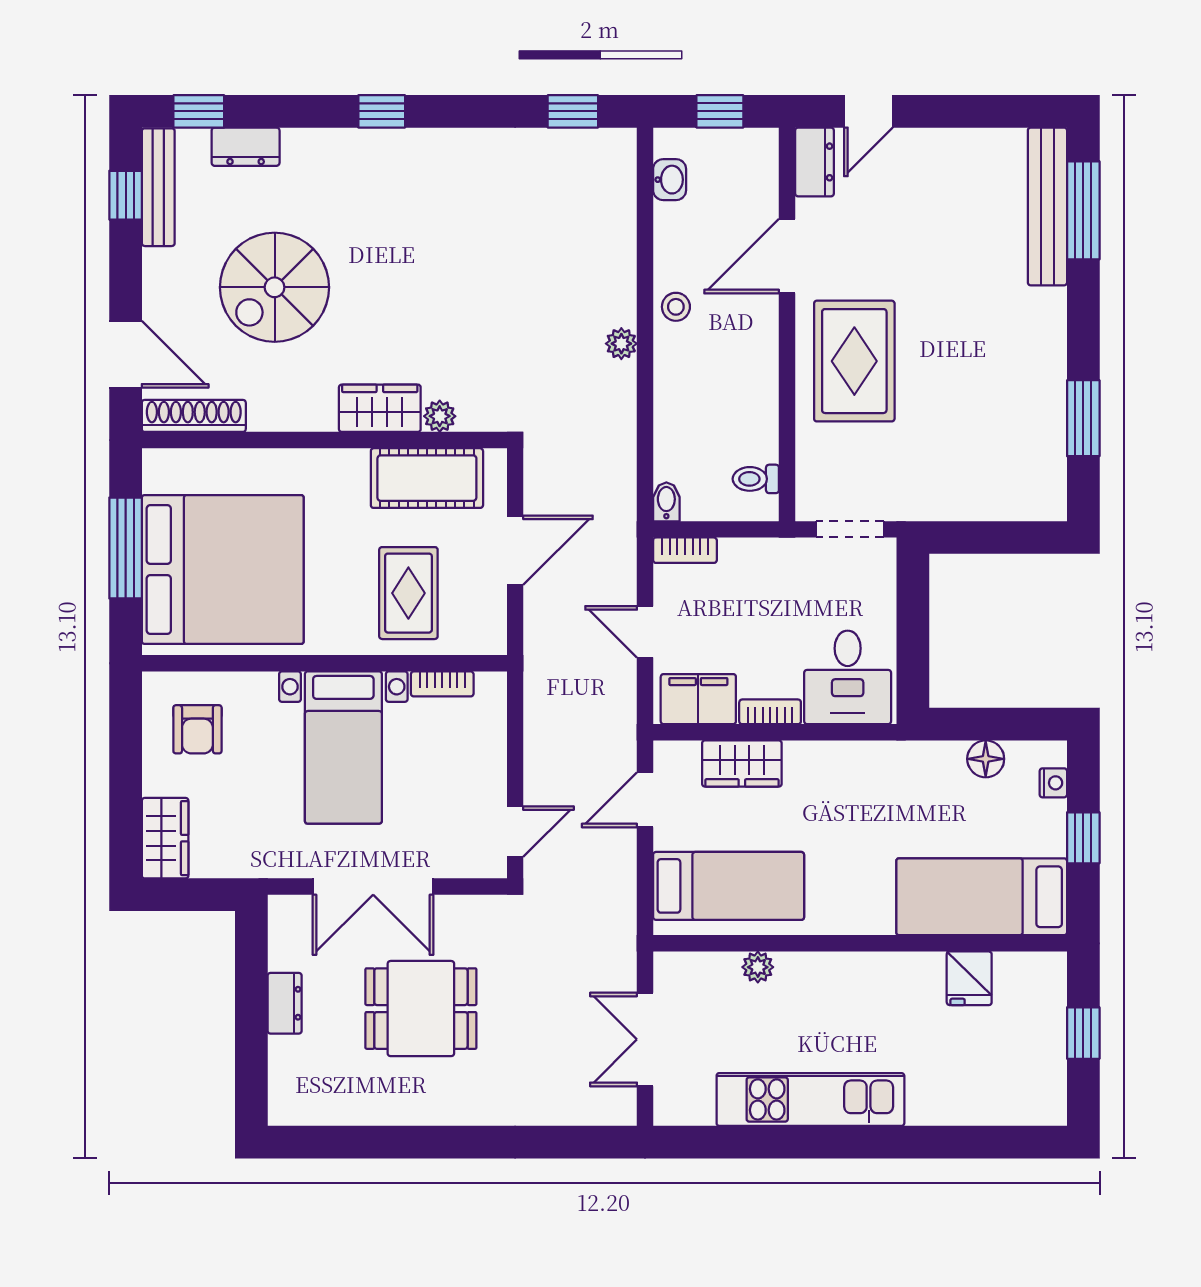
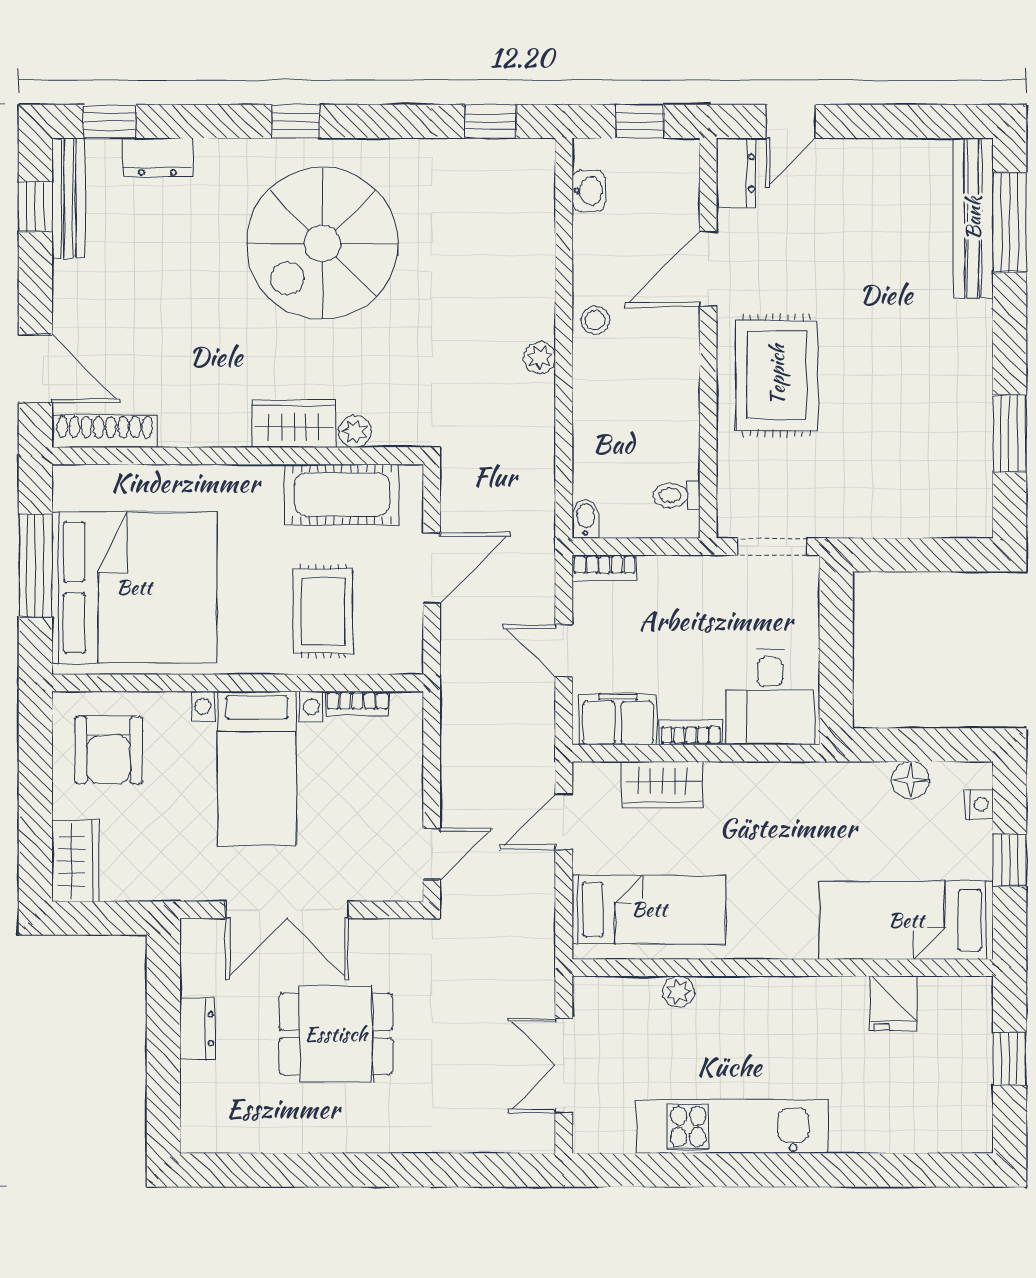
spiral stairs: (275, 287) -> (322, 243), moved, width x1.37, depth x1.37
armchair: (197, 729) -> (108, 750), width x1.38, depth x1.38

